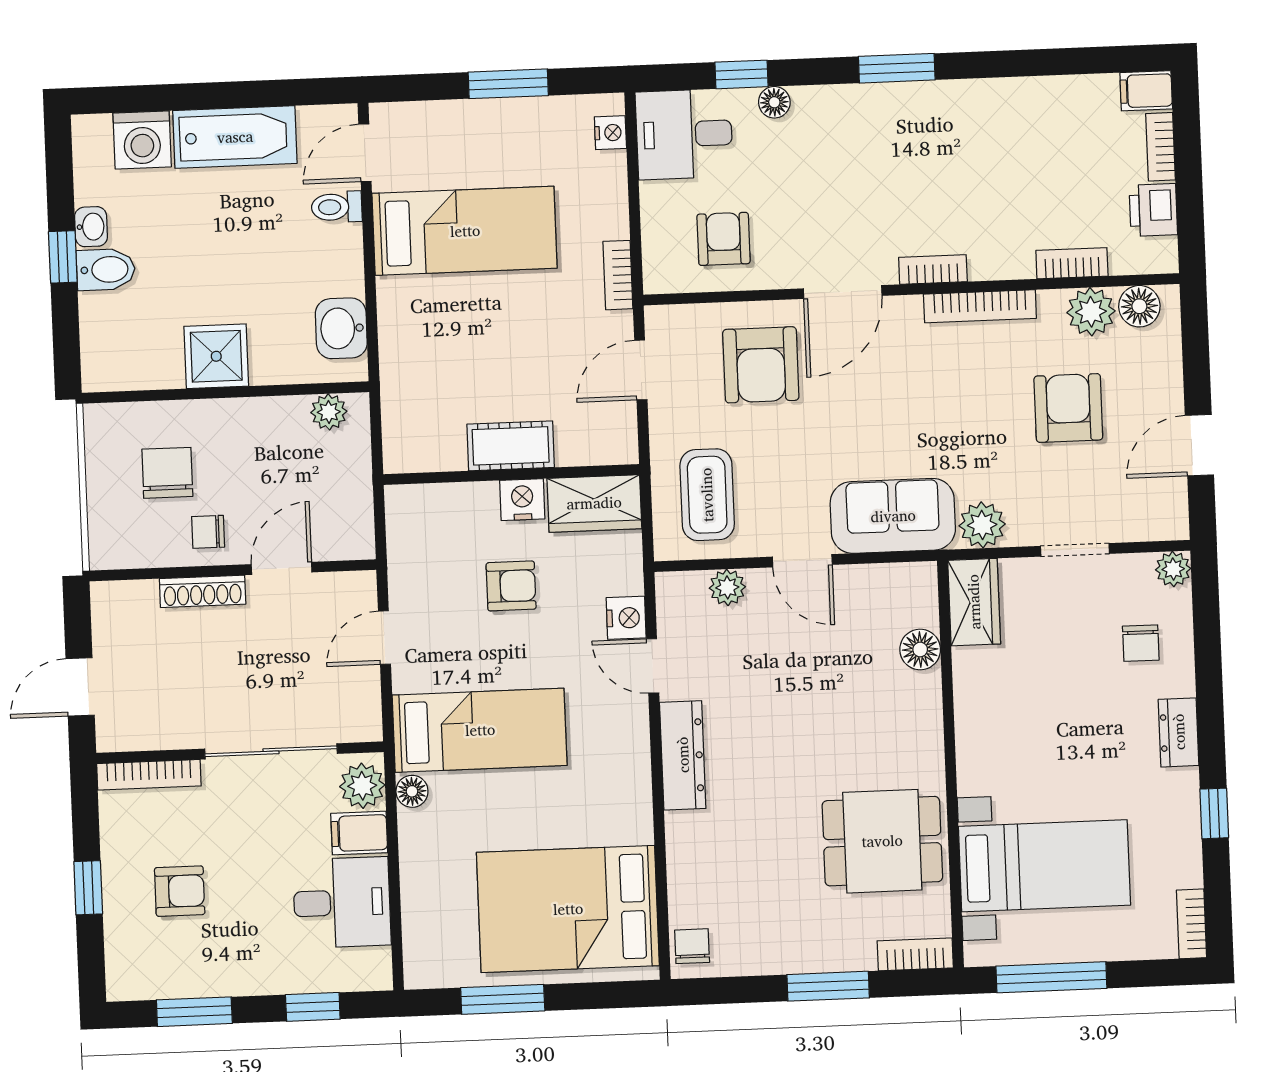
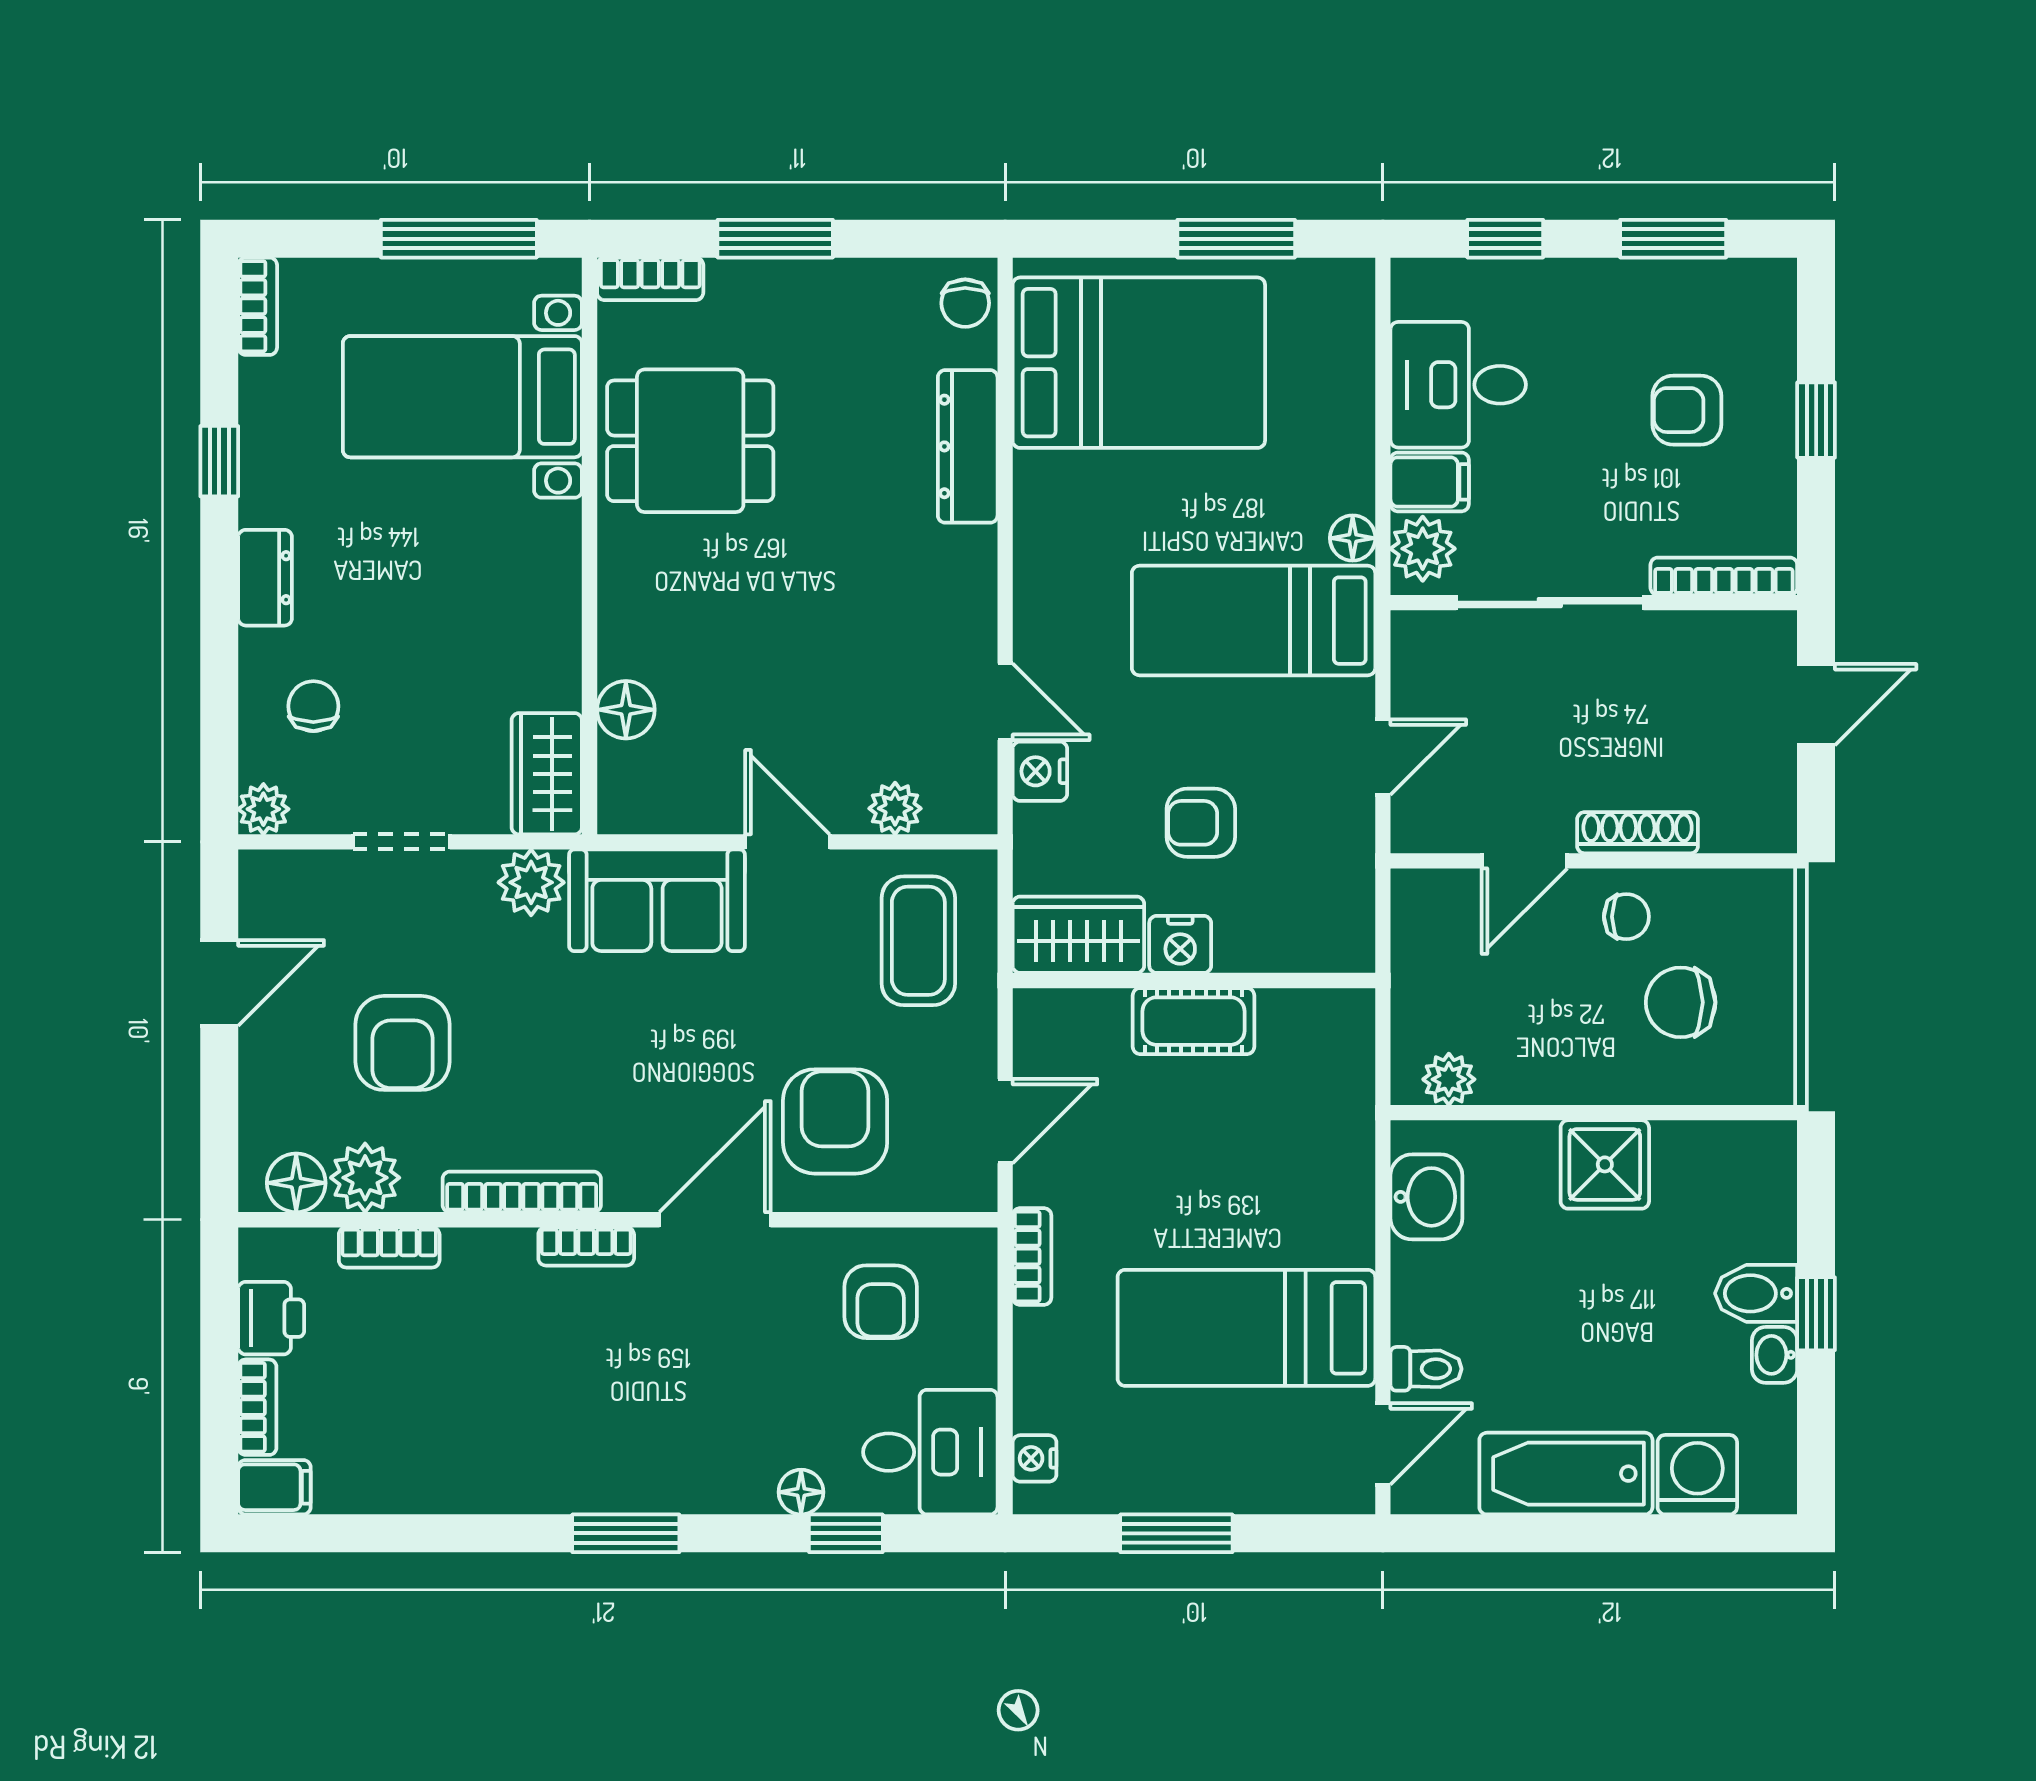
chair: (167, 473) -> (1681, 1002), turned 90
dresser: (683, 755) -> (968, 446), moved

